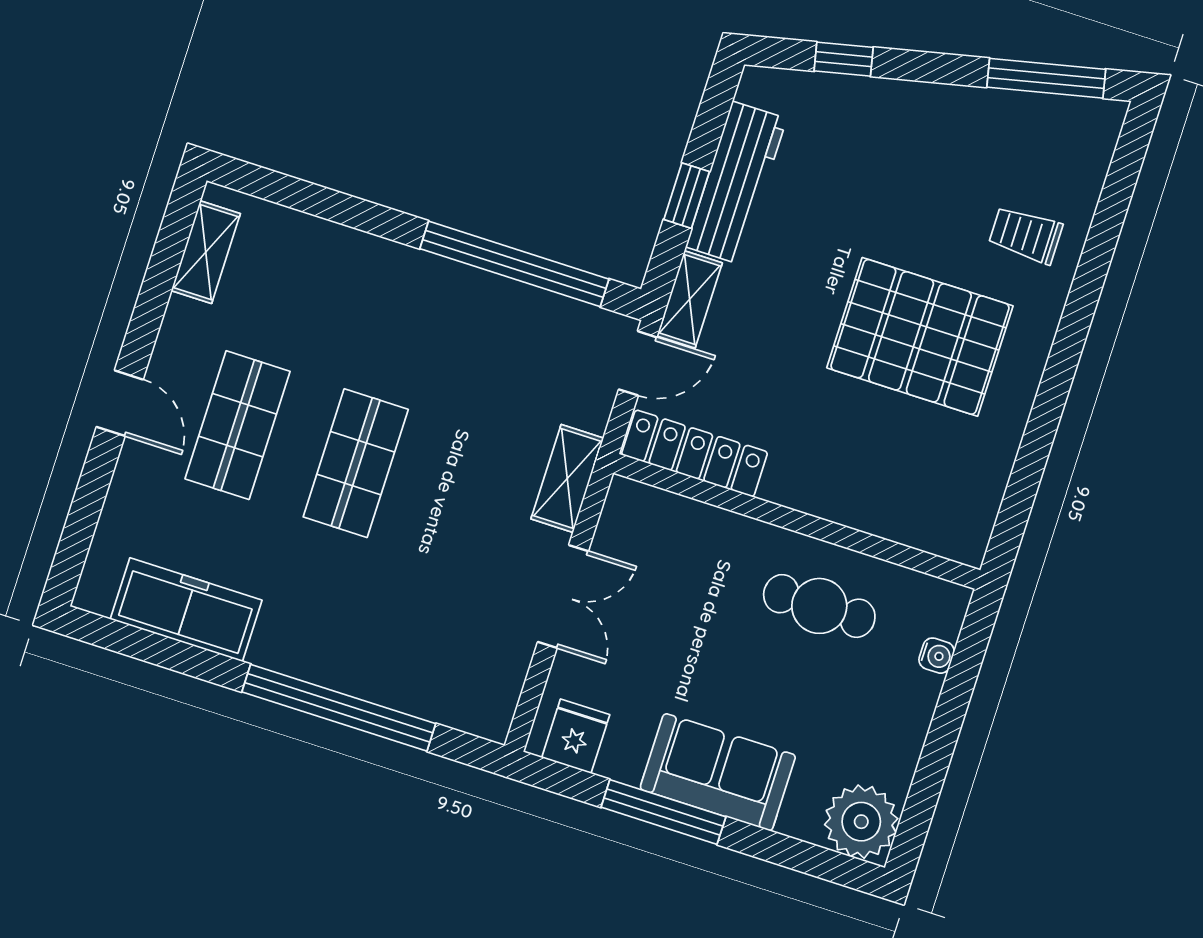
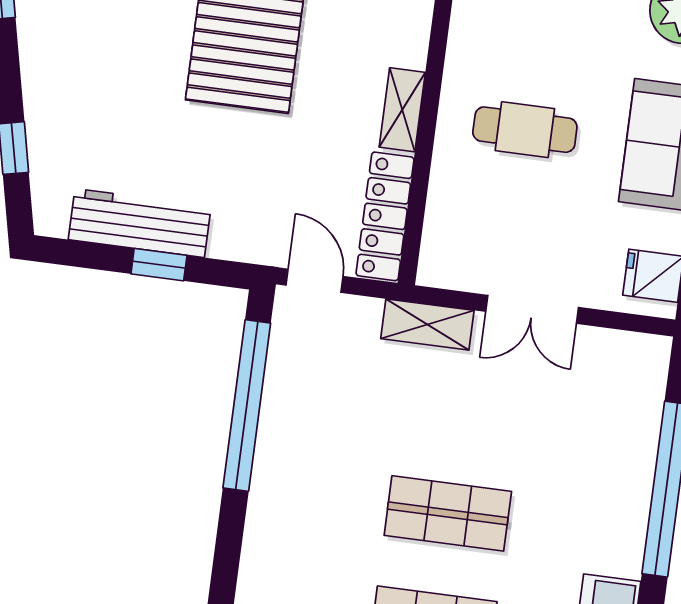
shelving: (690, 299) -> (402, 110), moved, turned 90
double door: (563, 596) -> (532, 309), swing flipped
cafe table: (819, 606) -> (525, 130), moved, turned 90

